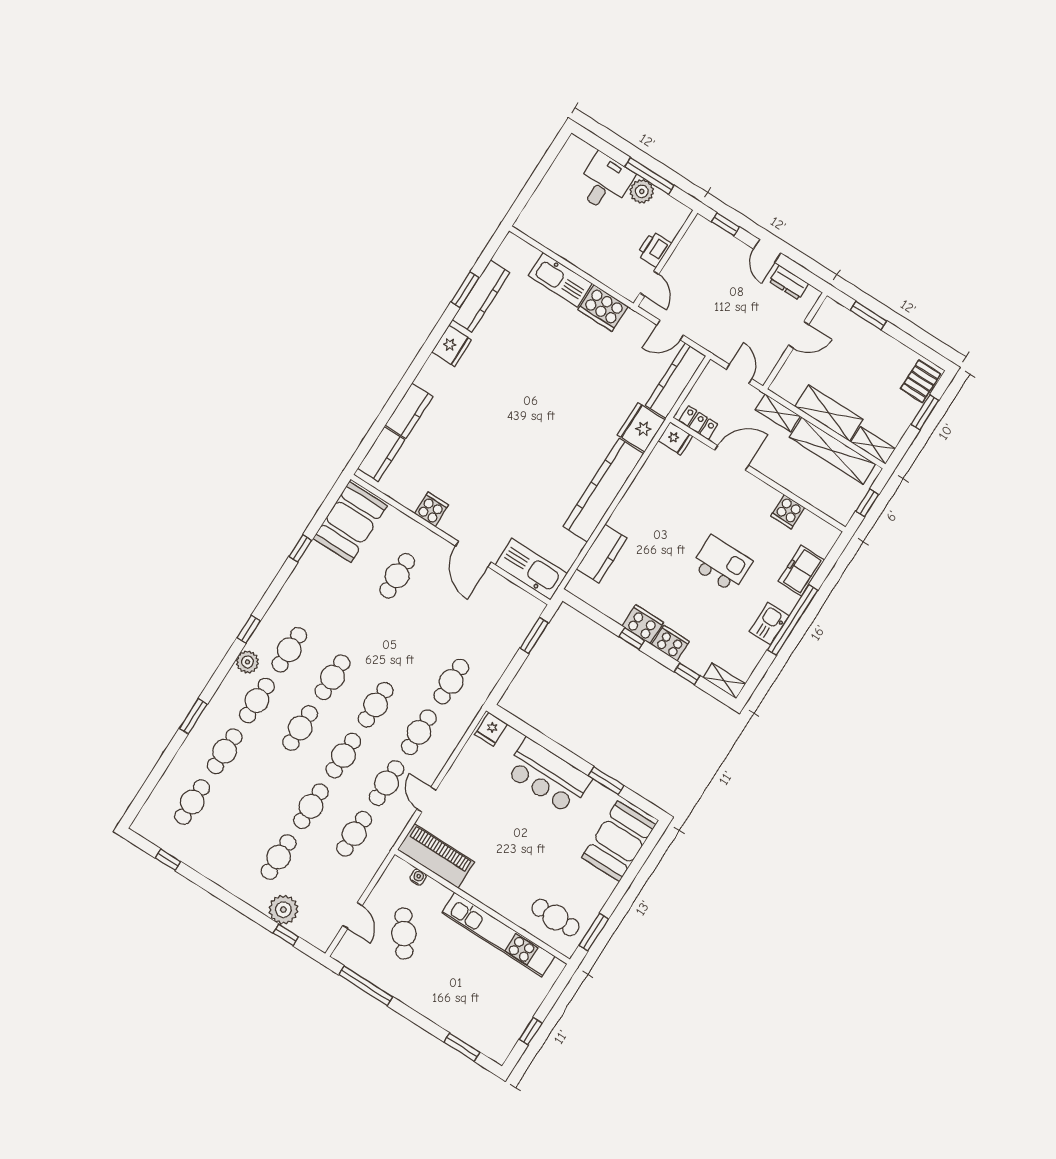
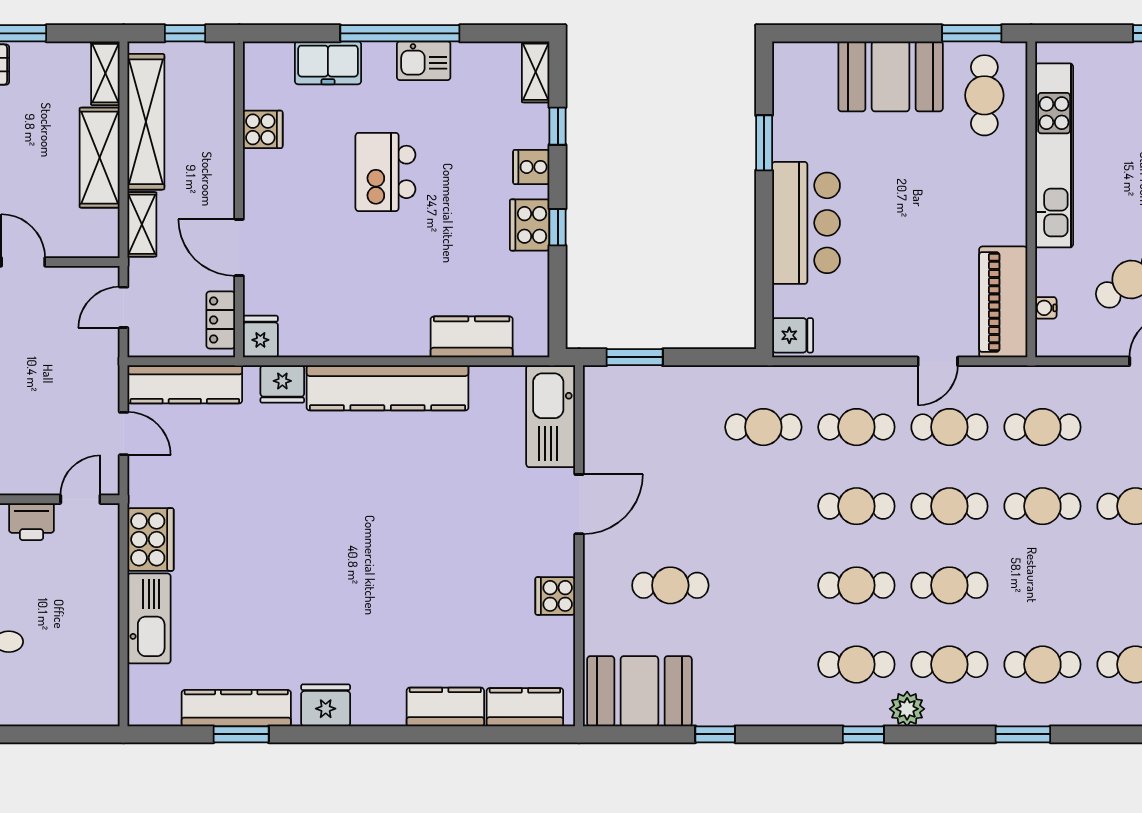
fridge: (641, 427) -> (282, 384), width x0.73, depth x0.75
cooker: (670, 643) -> (531, 167), width x0.73
booth: (619, 841) -> (891, 76), moved

